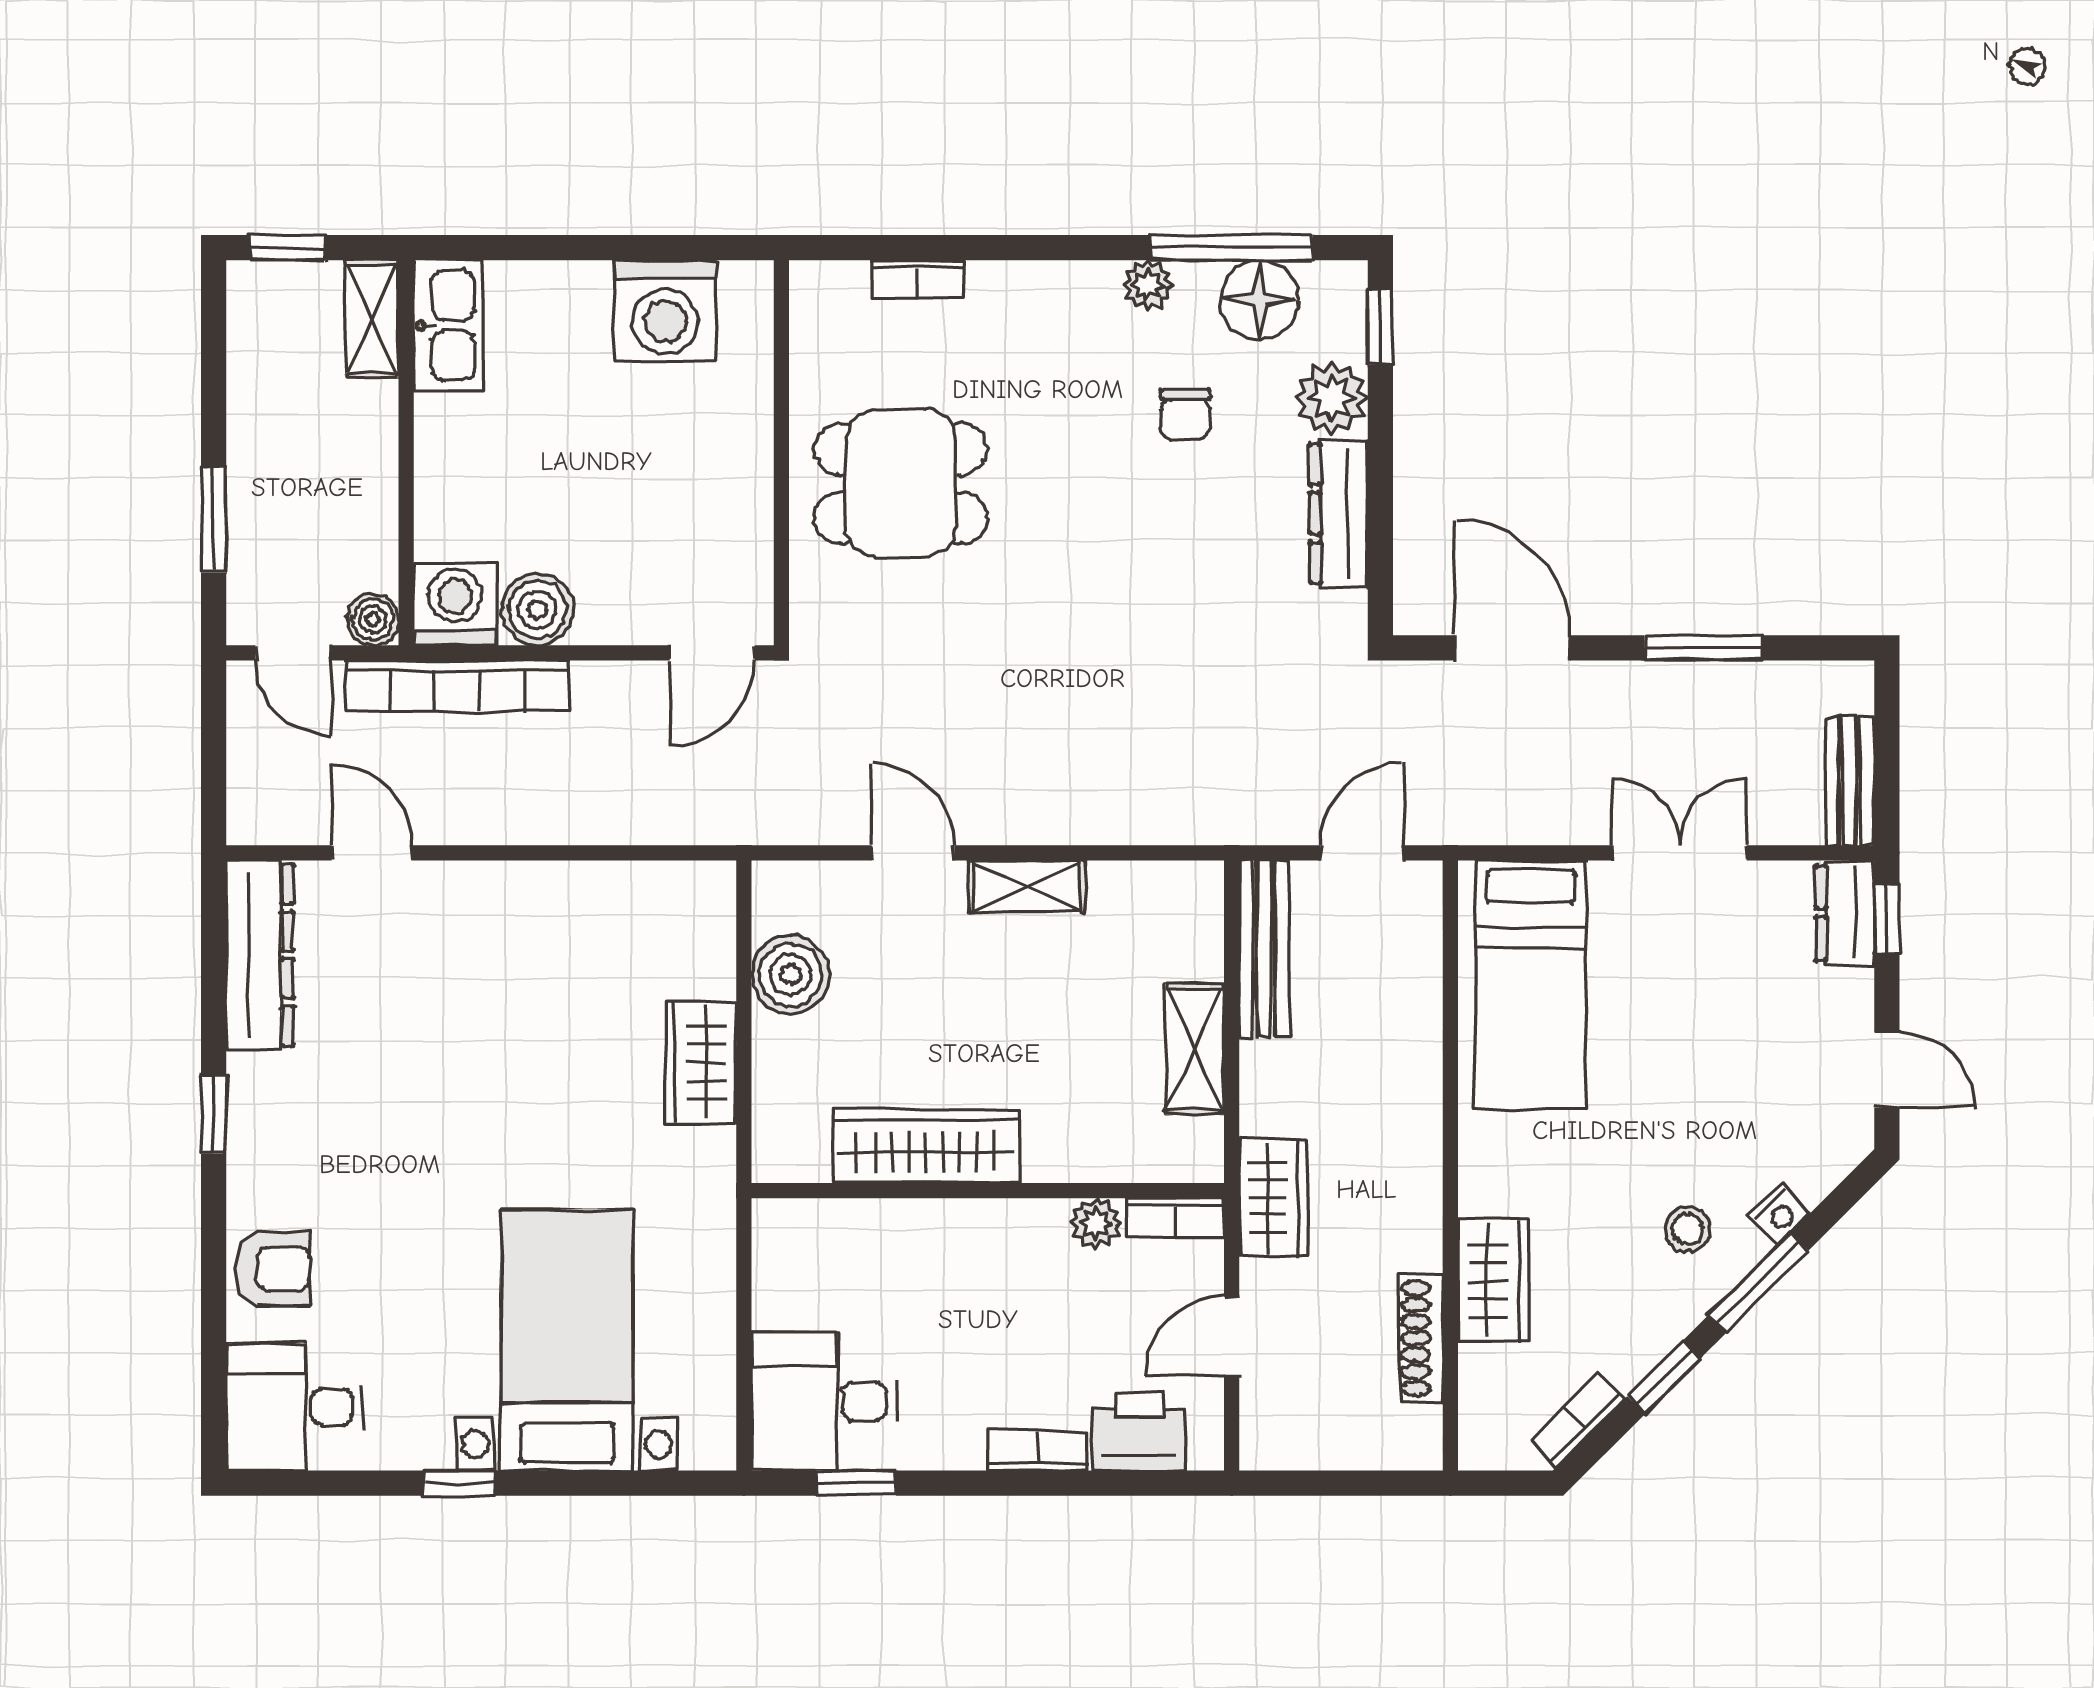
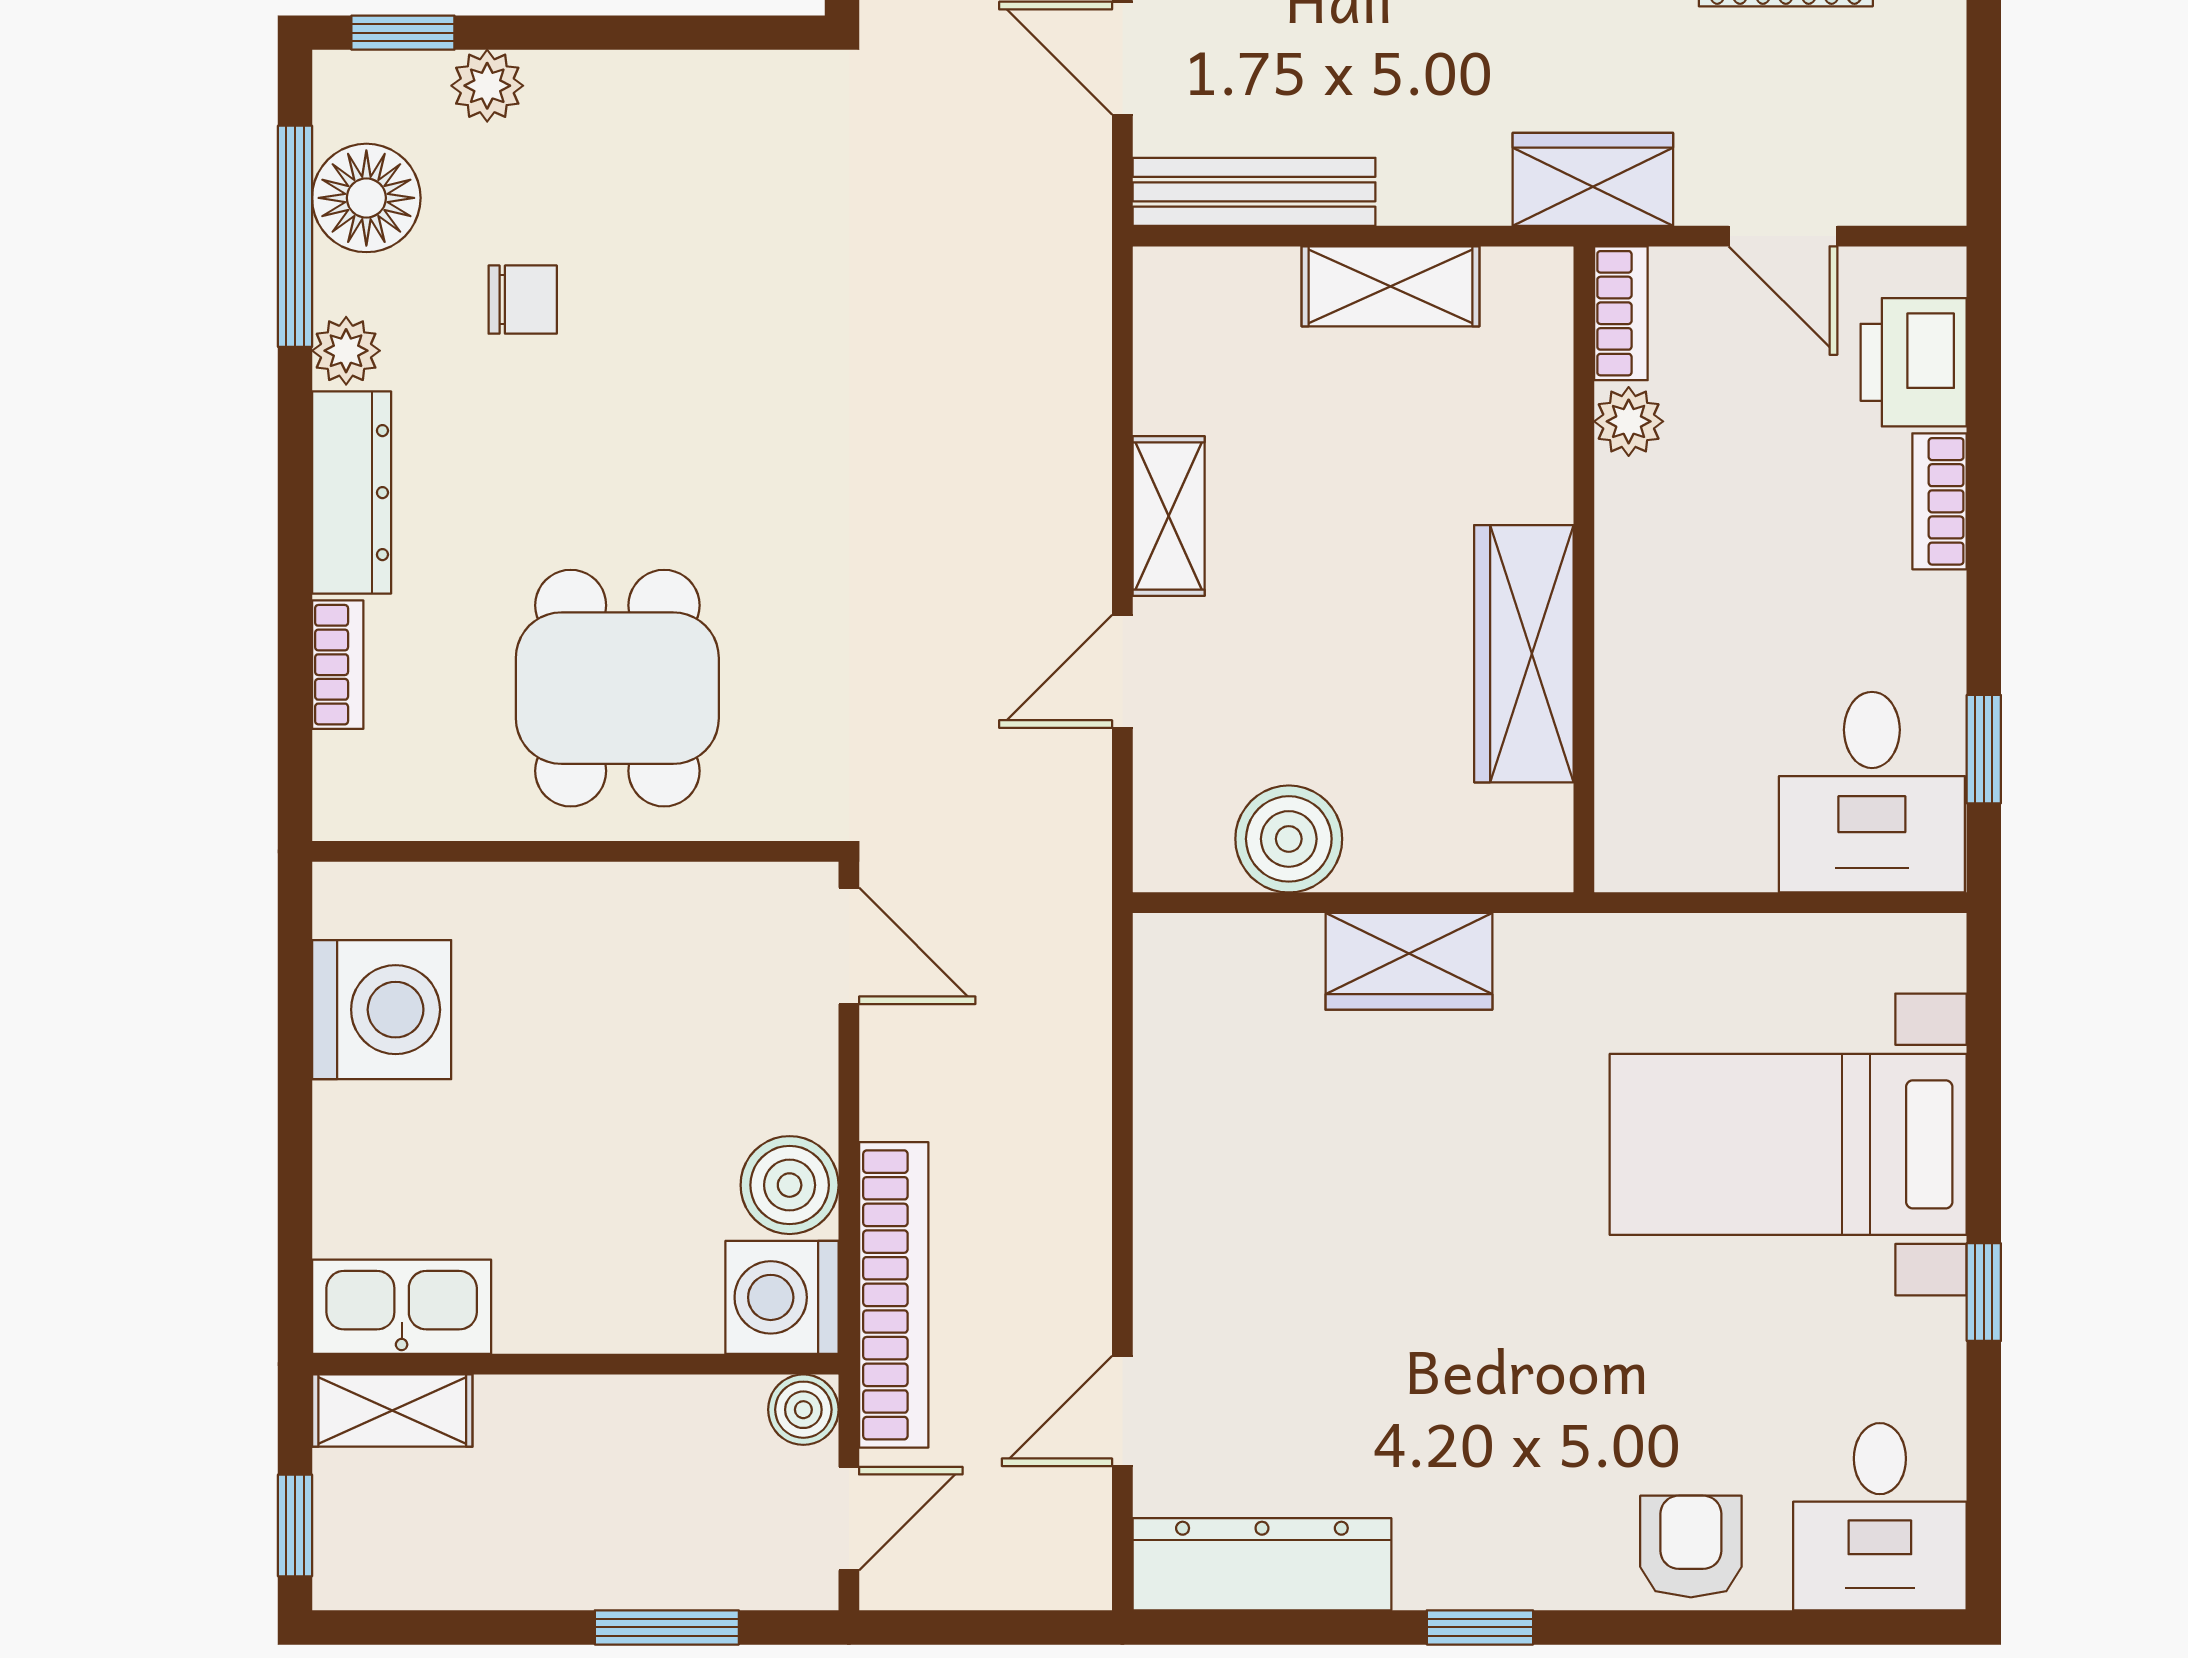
plant: (1332, 398) -> (487, 86), width x0.73, depth x0.73
dresser: (1339, 513) -> (352, 493), moved, turned -90

